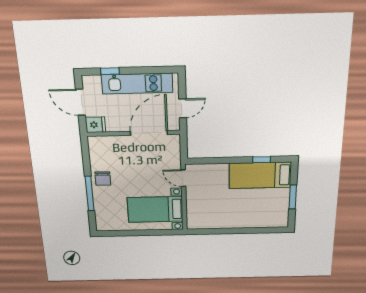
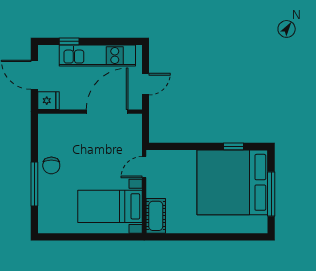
bed: (260, 175) -> (232, 182), width x2.04
door: (183, 178) -> (144, 167), hinge flipped
window: (293, 197) -> (271, 194), width x1.44
cot: (194, 216) -> (156, 216), added

